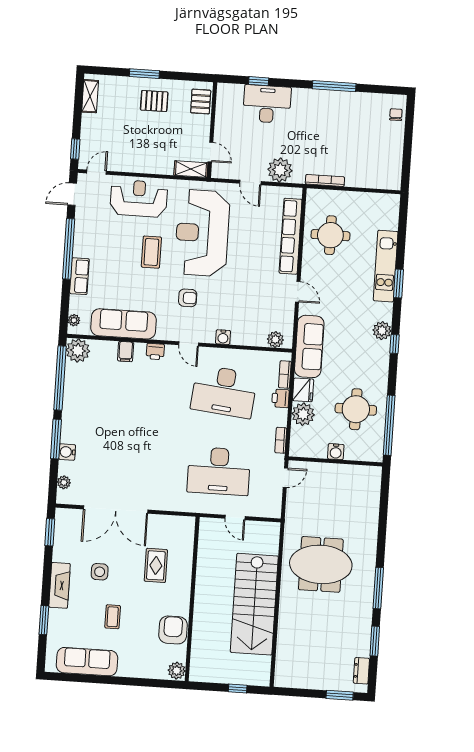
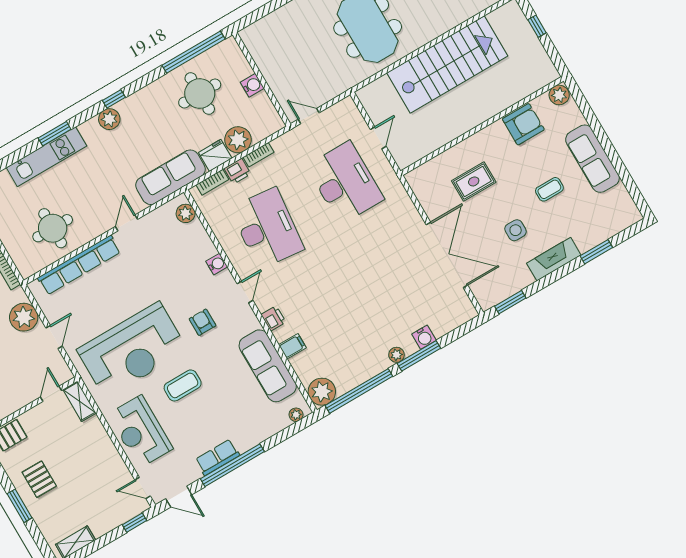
row of seats: (79, 276) -> (217, 457), moved
bookcase: (281, 440) -> (258, 155), moved
plant: (64, 482) -> (396, 355), moved
armchair: (173, 630) -> (523, 124), turned 180
sofa: (87, 662) -> (593, 159), moved

